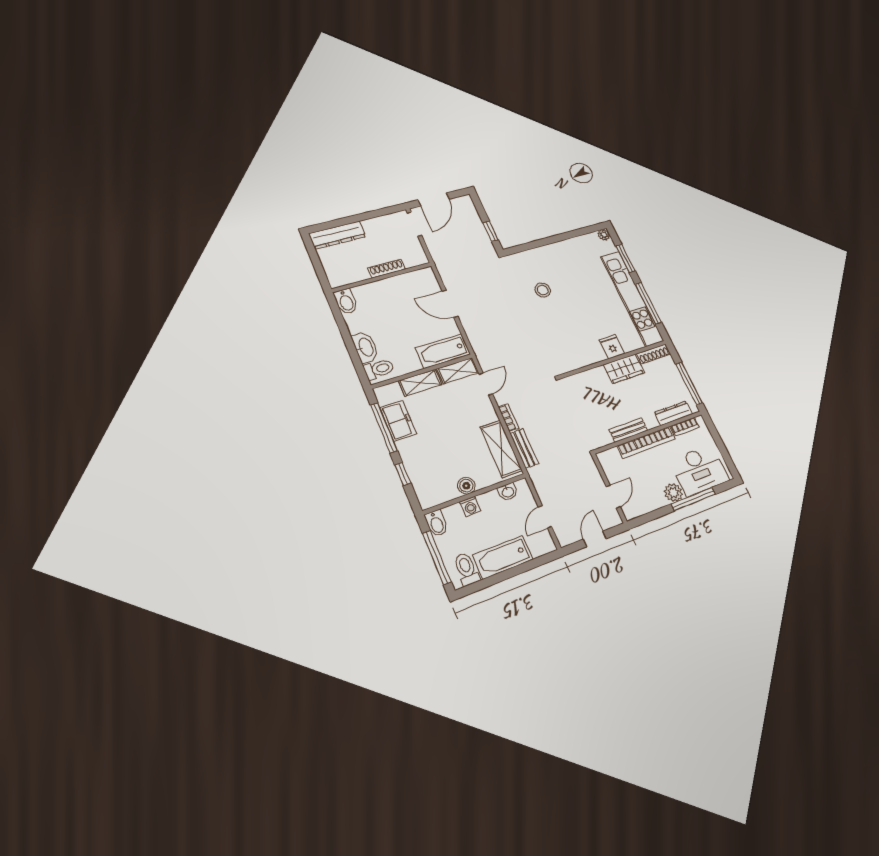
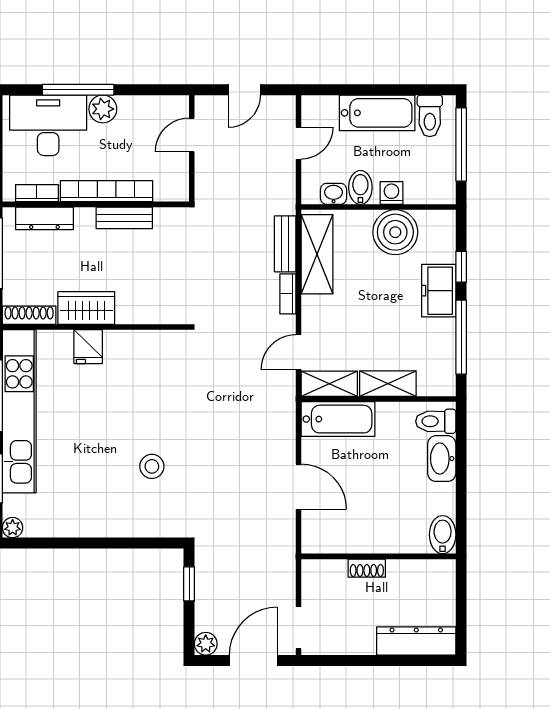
plant: (466, 201) -> (206, 644), added
shoe rack: (387, 269) -> (367, 568), width x0.70
freezer: (398, 421) -> (439, 291), moved
boiler: (466, 486) -> (395, 232), width x1.86, depth x1.86
bidet: (436, 523) -> (360, 187), moved

